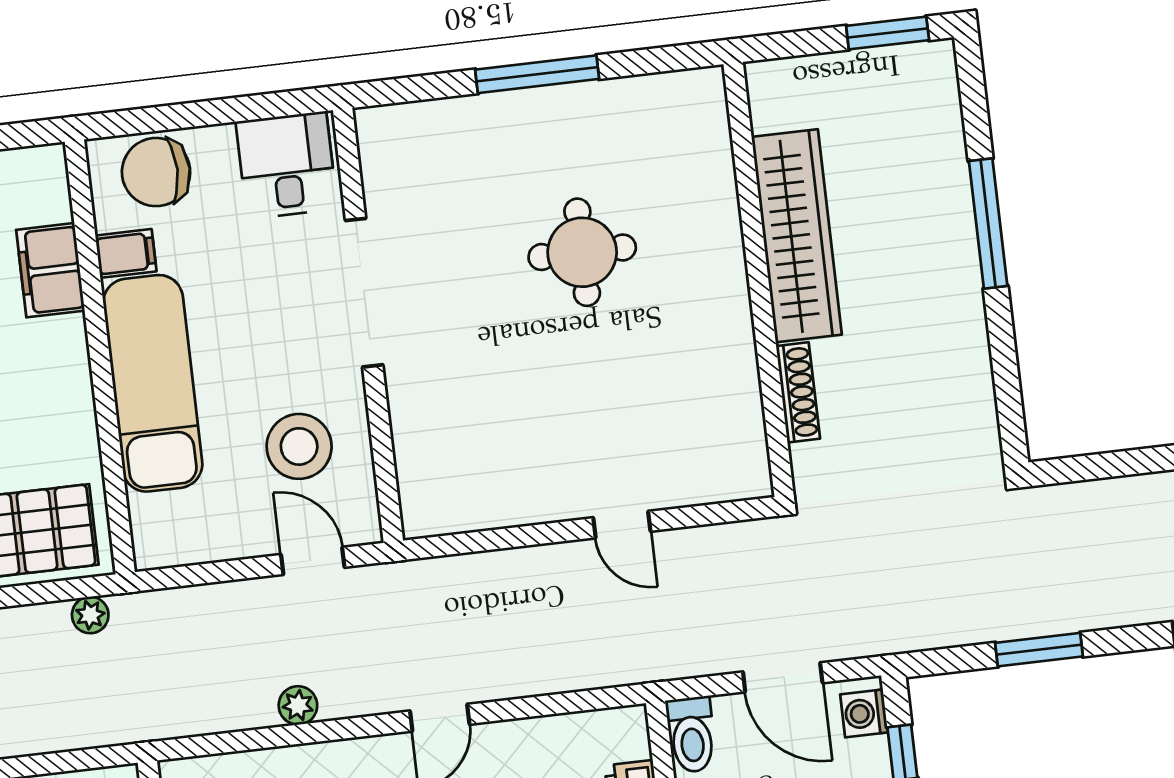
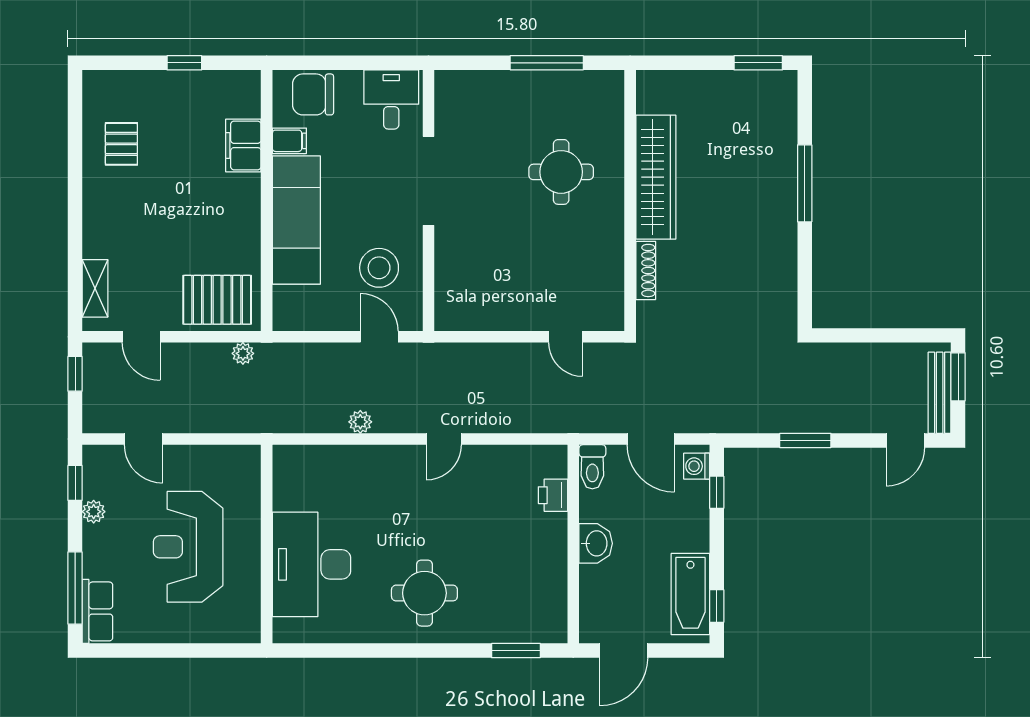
wardrobe: (797, 236) -> (656, 177), moved
wall: (759, 280) -> (630, 201), moved
shoe rack: (798, 392) -> (646, 270), moved

